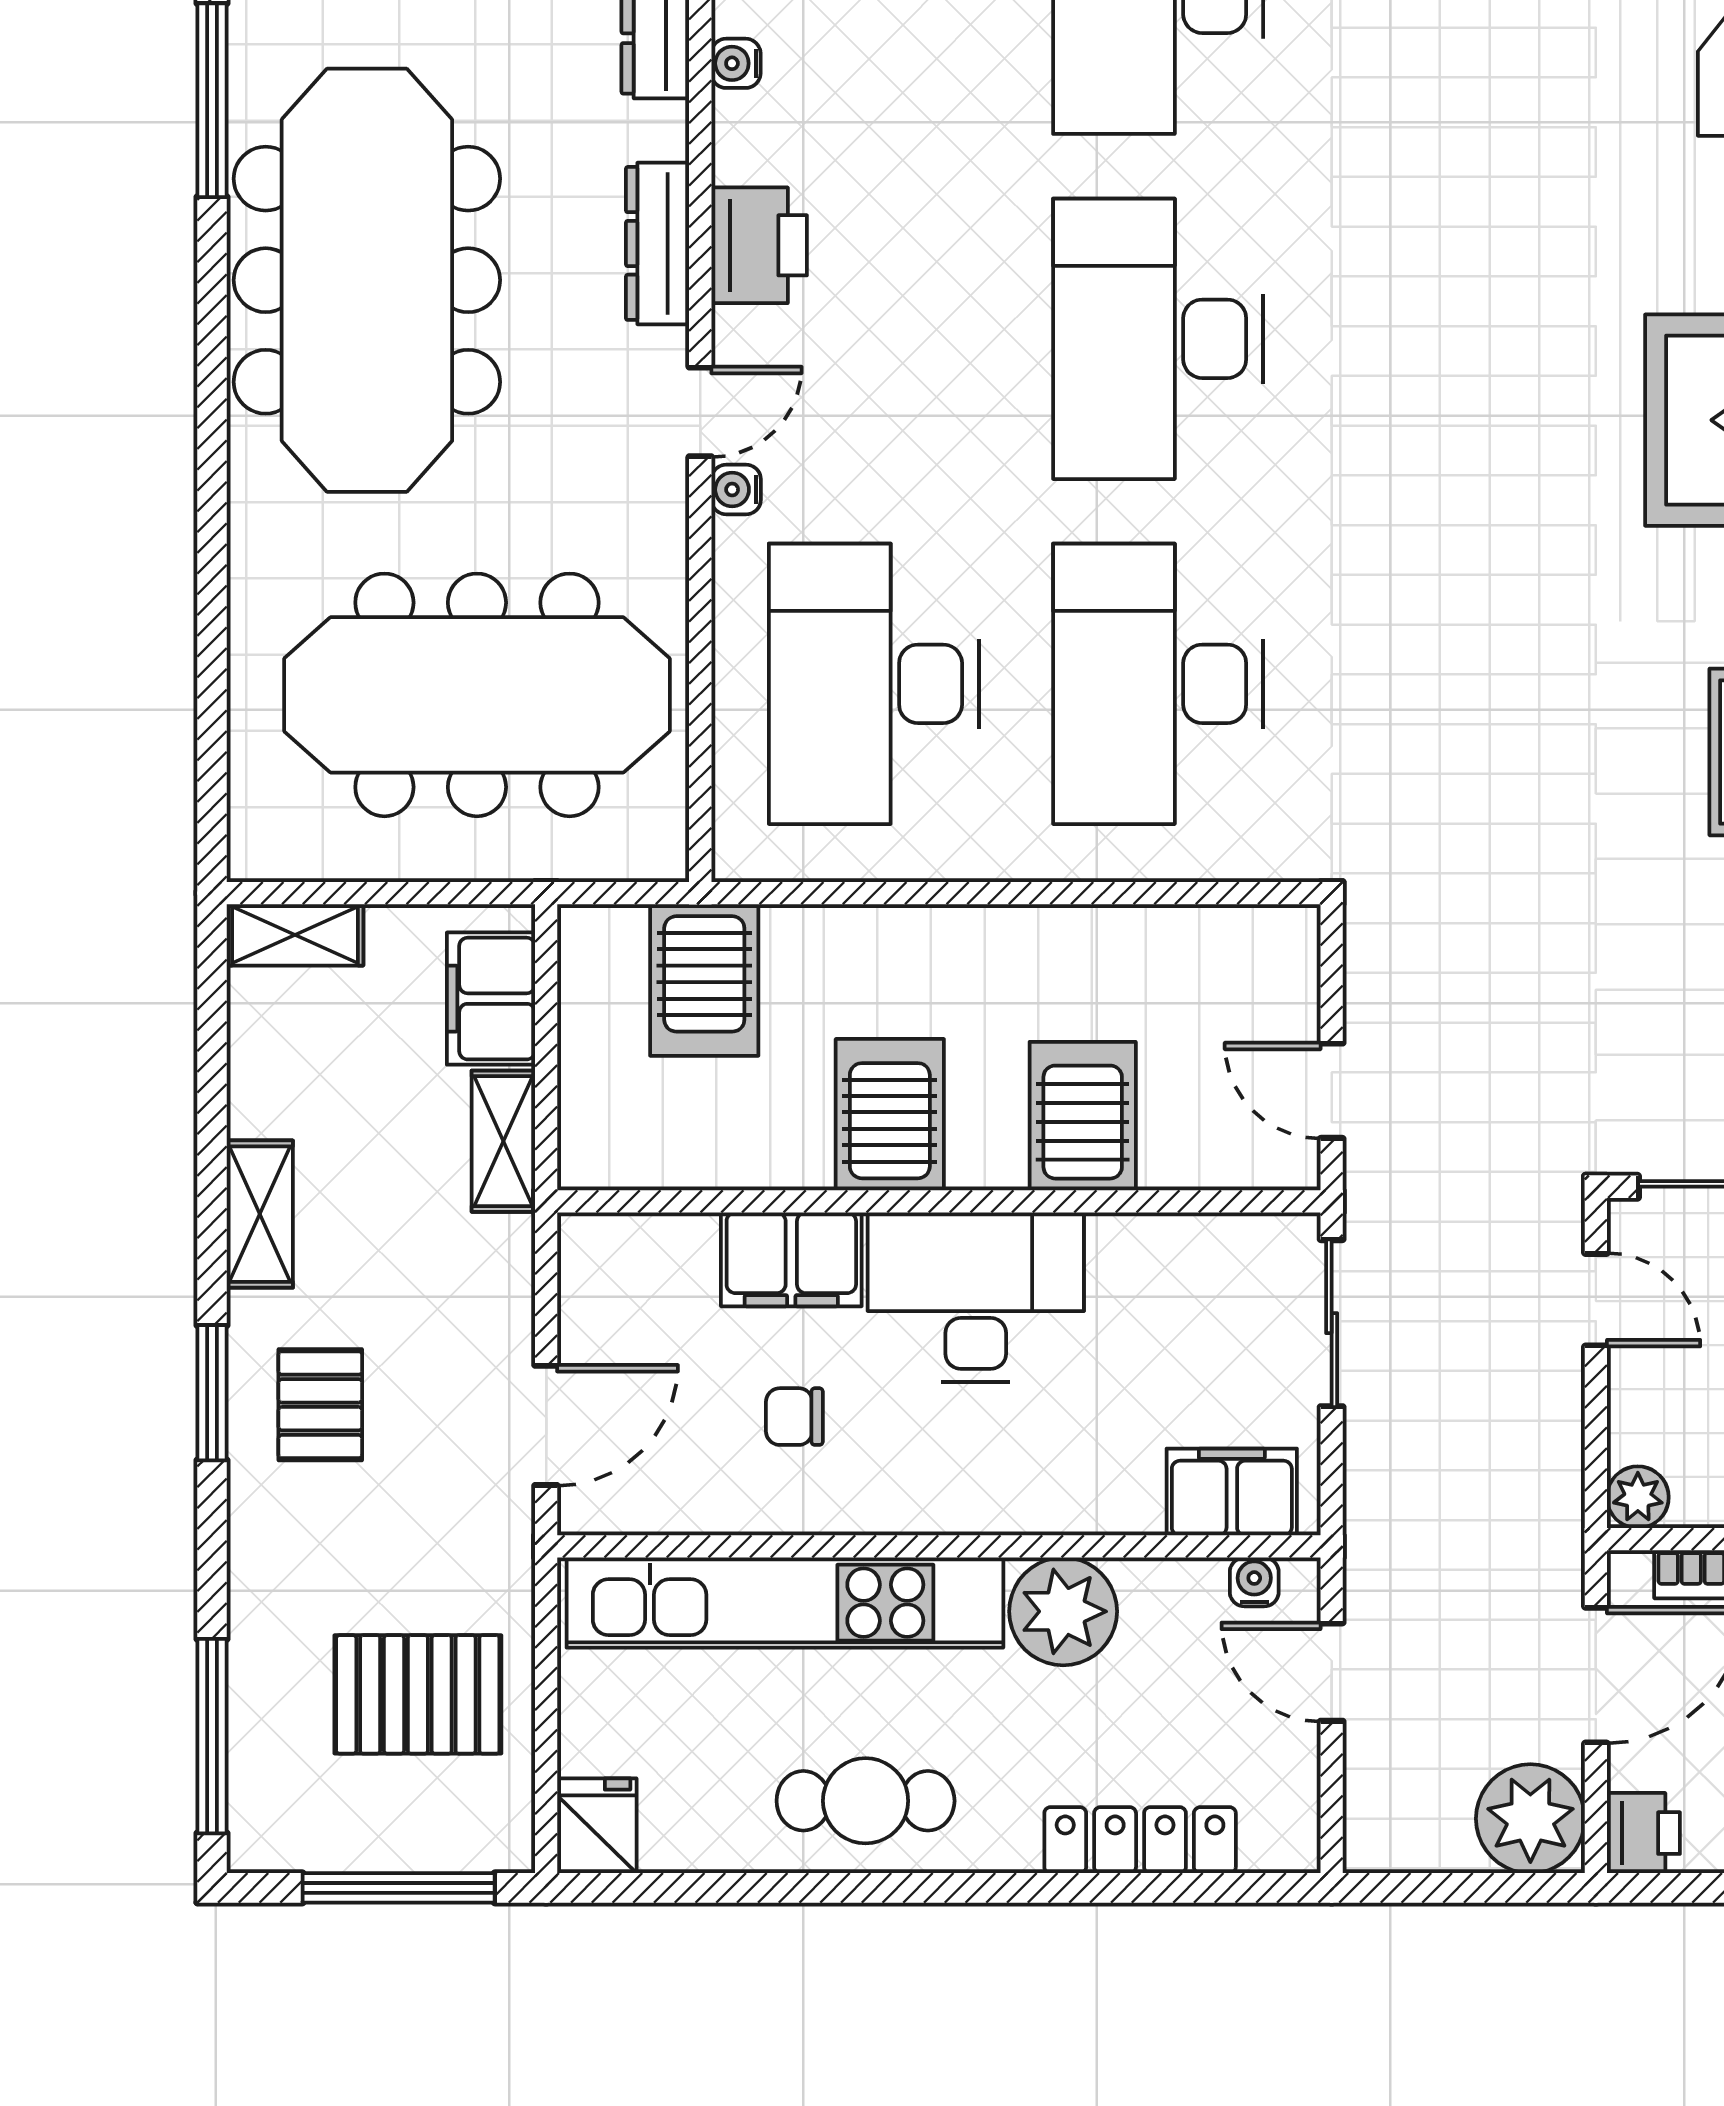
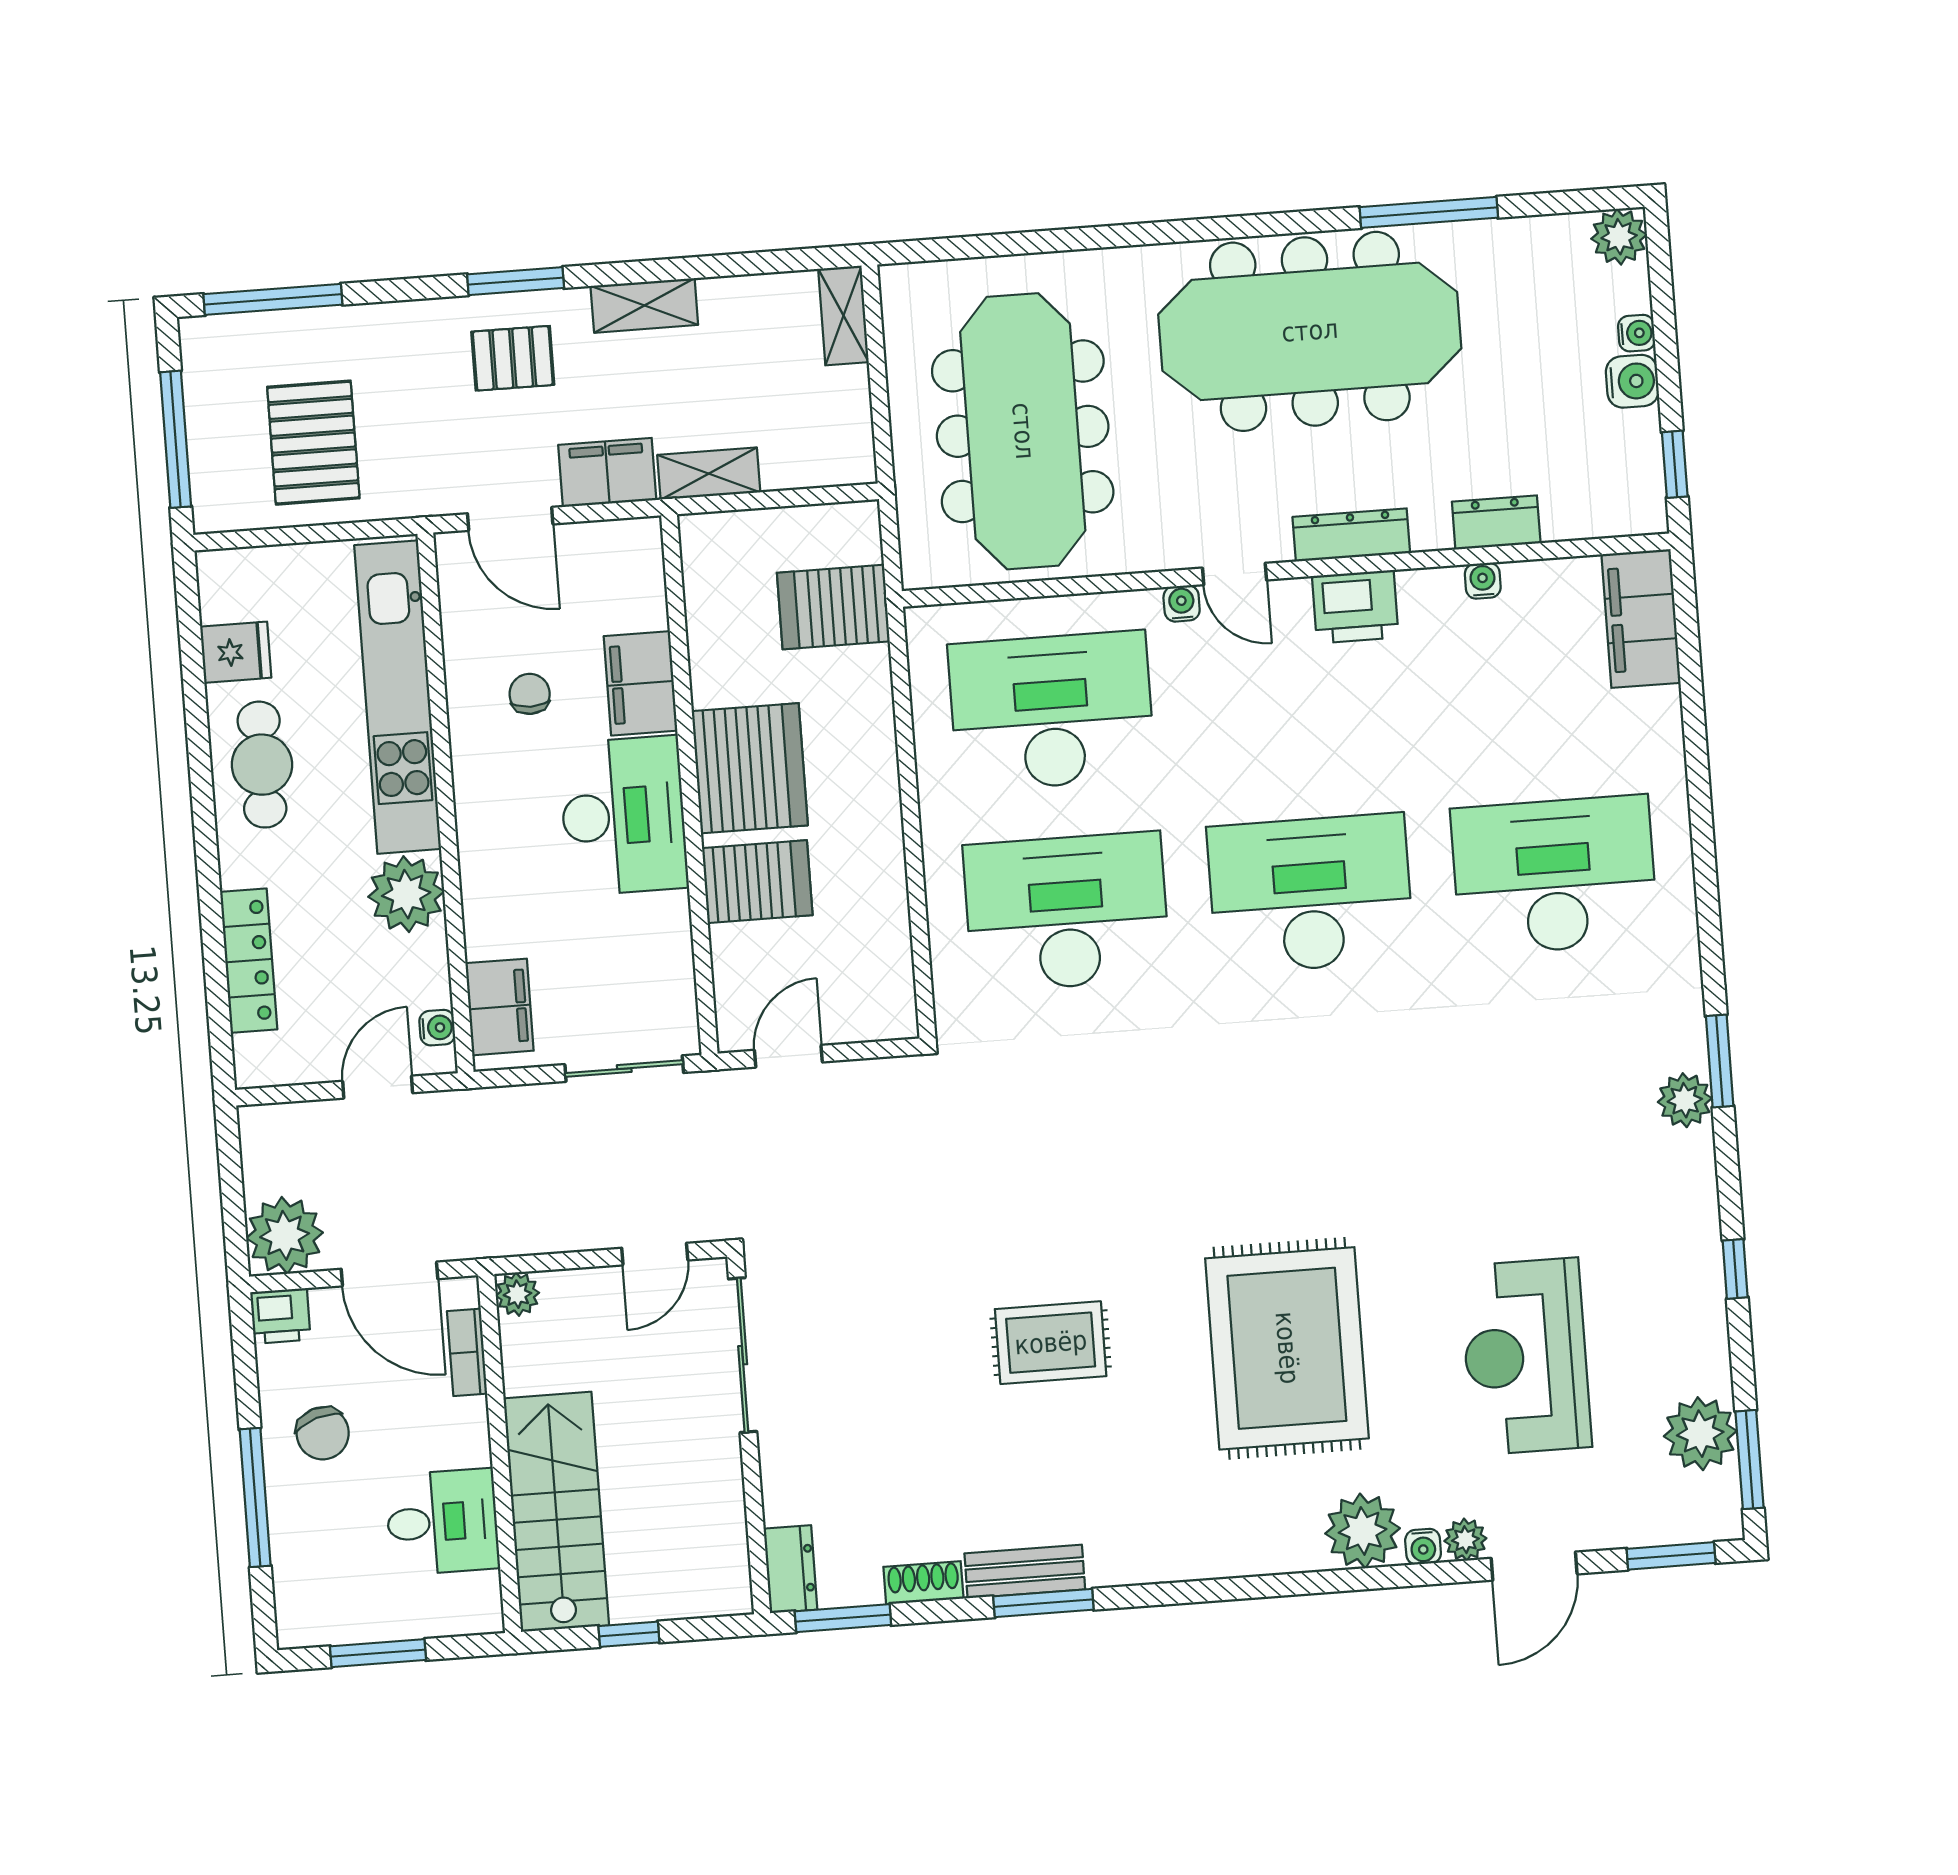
filing cabinet: (491, 999) -> (607, 472), moved
server rack: (890, 1115) -> (750, 768), width x1.60
fridge: (597, 1826) -> (236, 652), moved

